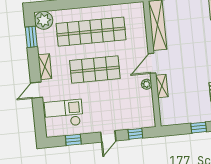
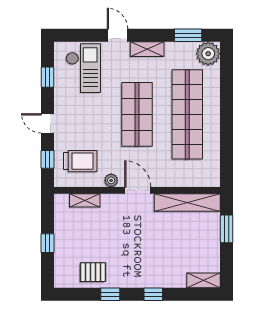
shelving: (162, 86) -> (85, 200), moved
trolley: (134, 109) -> (80, 161), added

